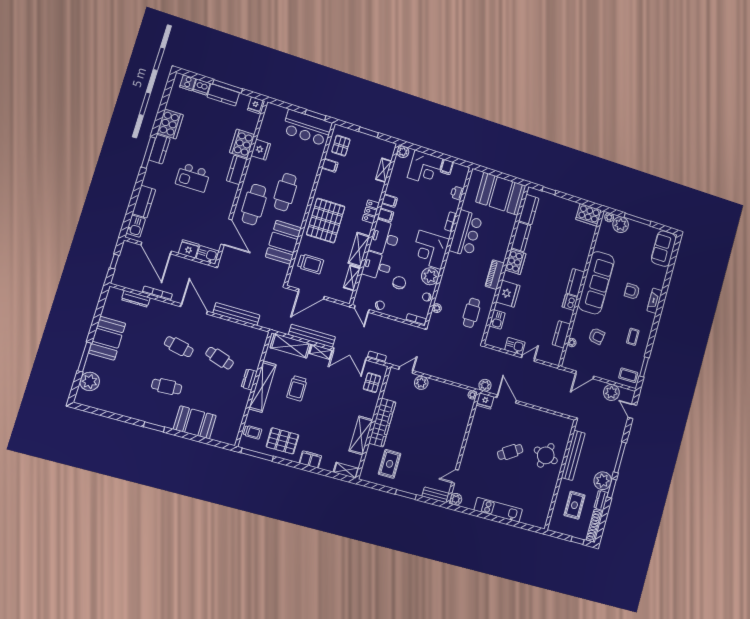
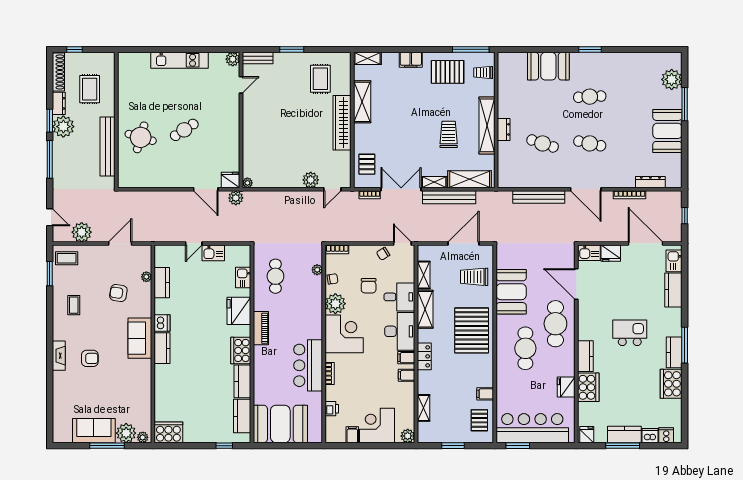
bar counter: (307, 128) -> (532, 428), width x1.36
sofa: (664, 249) -> (94, 431), moved, turned -90
sofa: (596, 283) -> (140, 338), width x0.54, depth x0.79

